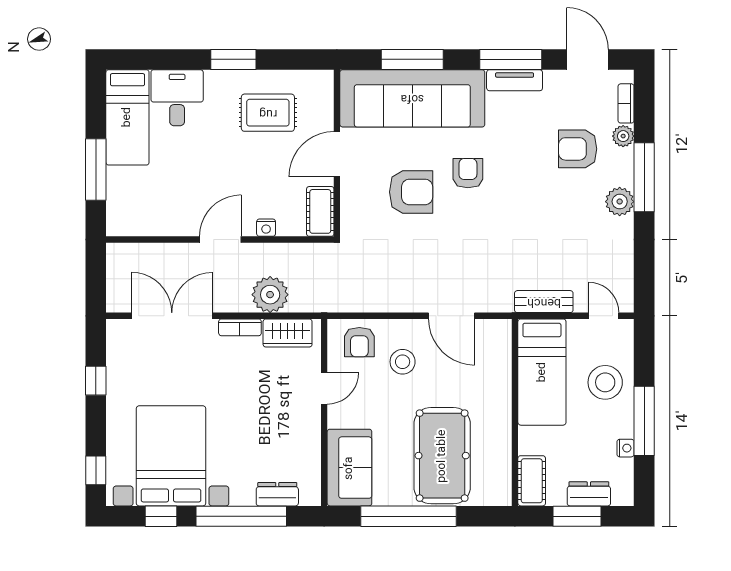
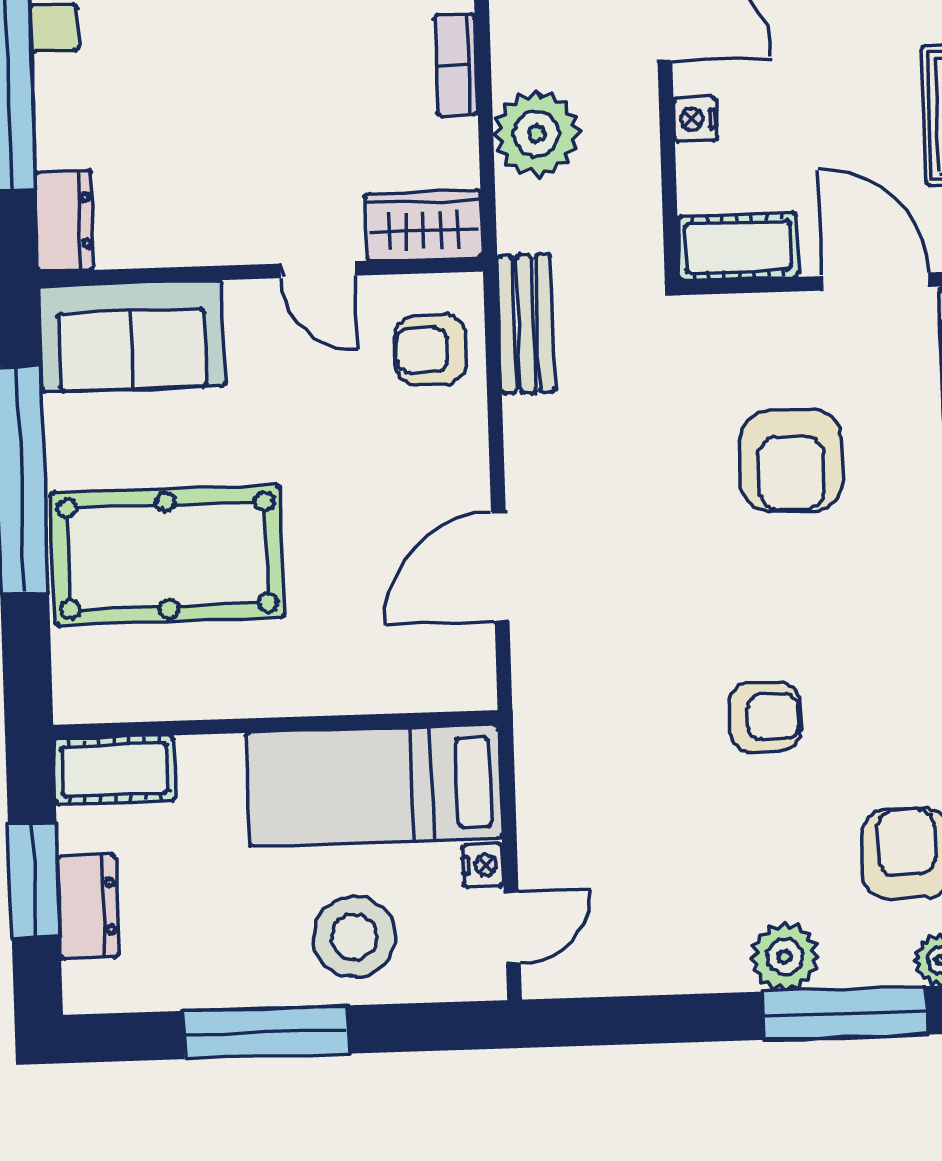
armchair: (468, 173) -> (765, 717), moved
bench: (544, 302) -> (526, 324), moved
wardrobe: (288, 333) -> (424, 225), moved, turned 90
stool: (403, 362) -> (387, 454), removed
nightstand: (626, 448) -> (483, 865), moved, turned -90
dresser: (277, 494) -> (65, 221), moved

